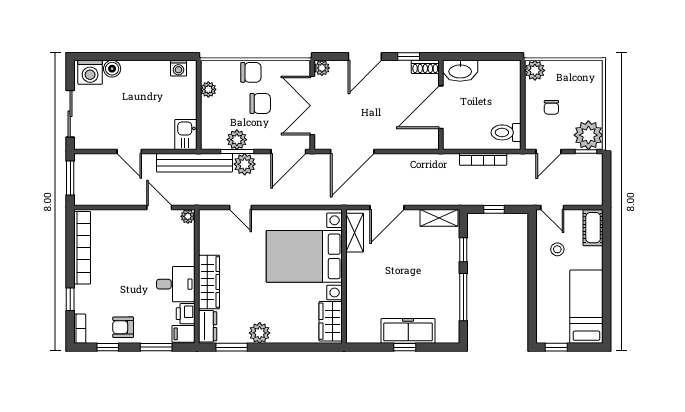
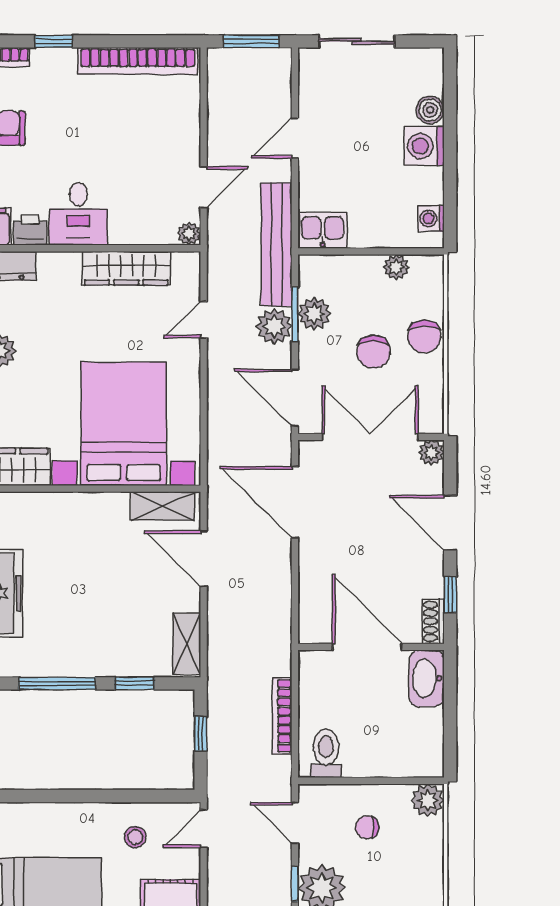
washing machine: (90, 72) -> (424, 146), moved
wardrobe: (209, 282) -> (126, 268), moved

